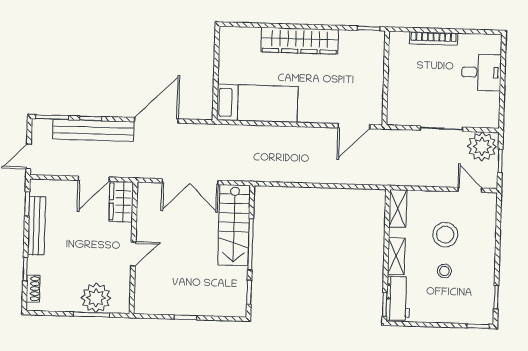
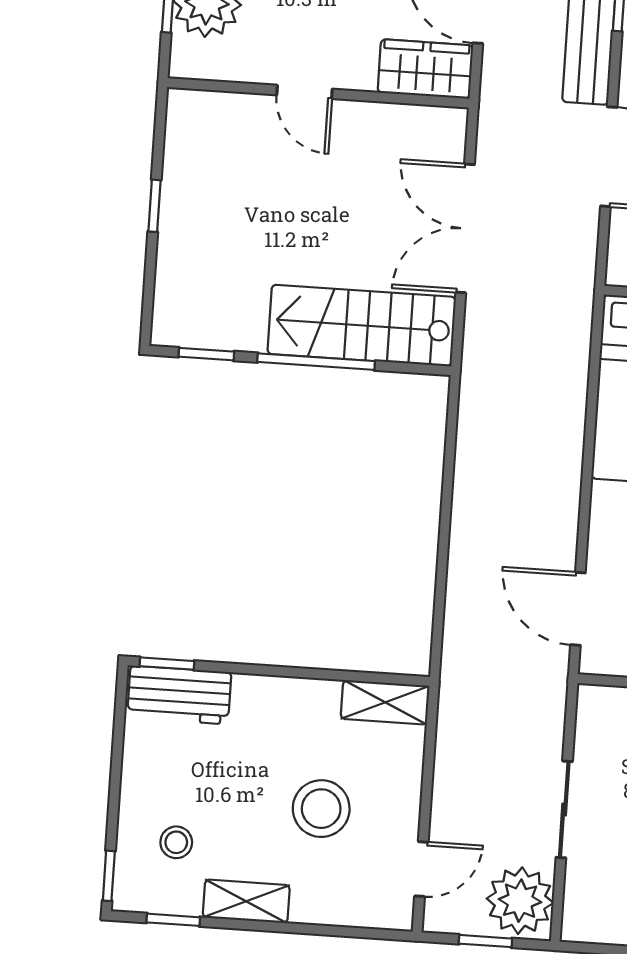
shelving: (396, 256) -> (246, 901), moved
stool: (444, 271) -> (176, 842), moved

